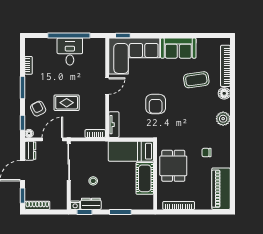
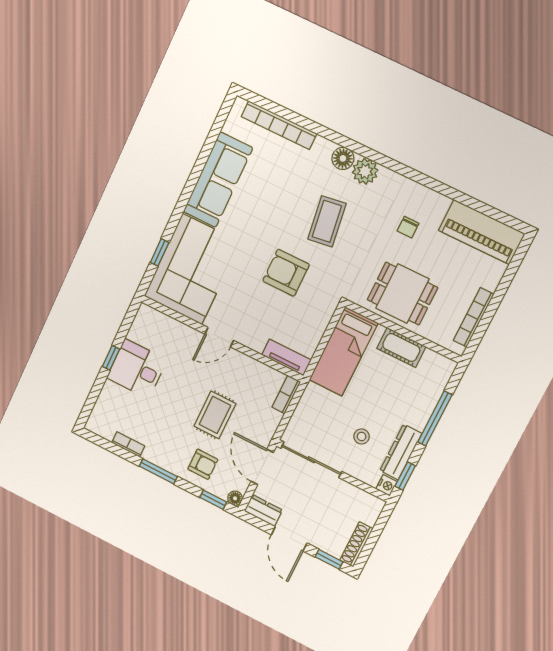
window: (69, 36) -> (111, 358), width x0.32
window: (123, 36) -> (159, 252), moved
sofa: (178, 48) -> (218, 180), width x1.36
coffee table: (196, 80) -> (327, 221), moved
door: (107, 86) -> (219, 337), swing flipped
floor lamp: (224, 93) -> (343, 158), moved
armchair: (156, 104) -> (286, 273), turned 180
armchair: (38, 109) -> (203, 464), turned -153
cot: (145, 178) -> (401, 348), width x0.73, depth x0.75
dresser: (91, 204) -> (401, 452), width x1.44
window: (120, 212) -> (435, 419), width x1.44

